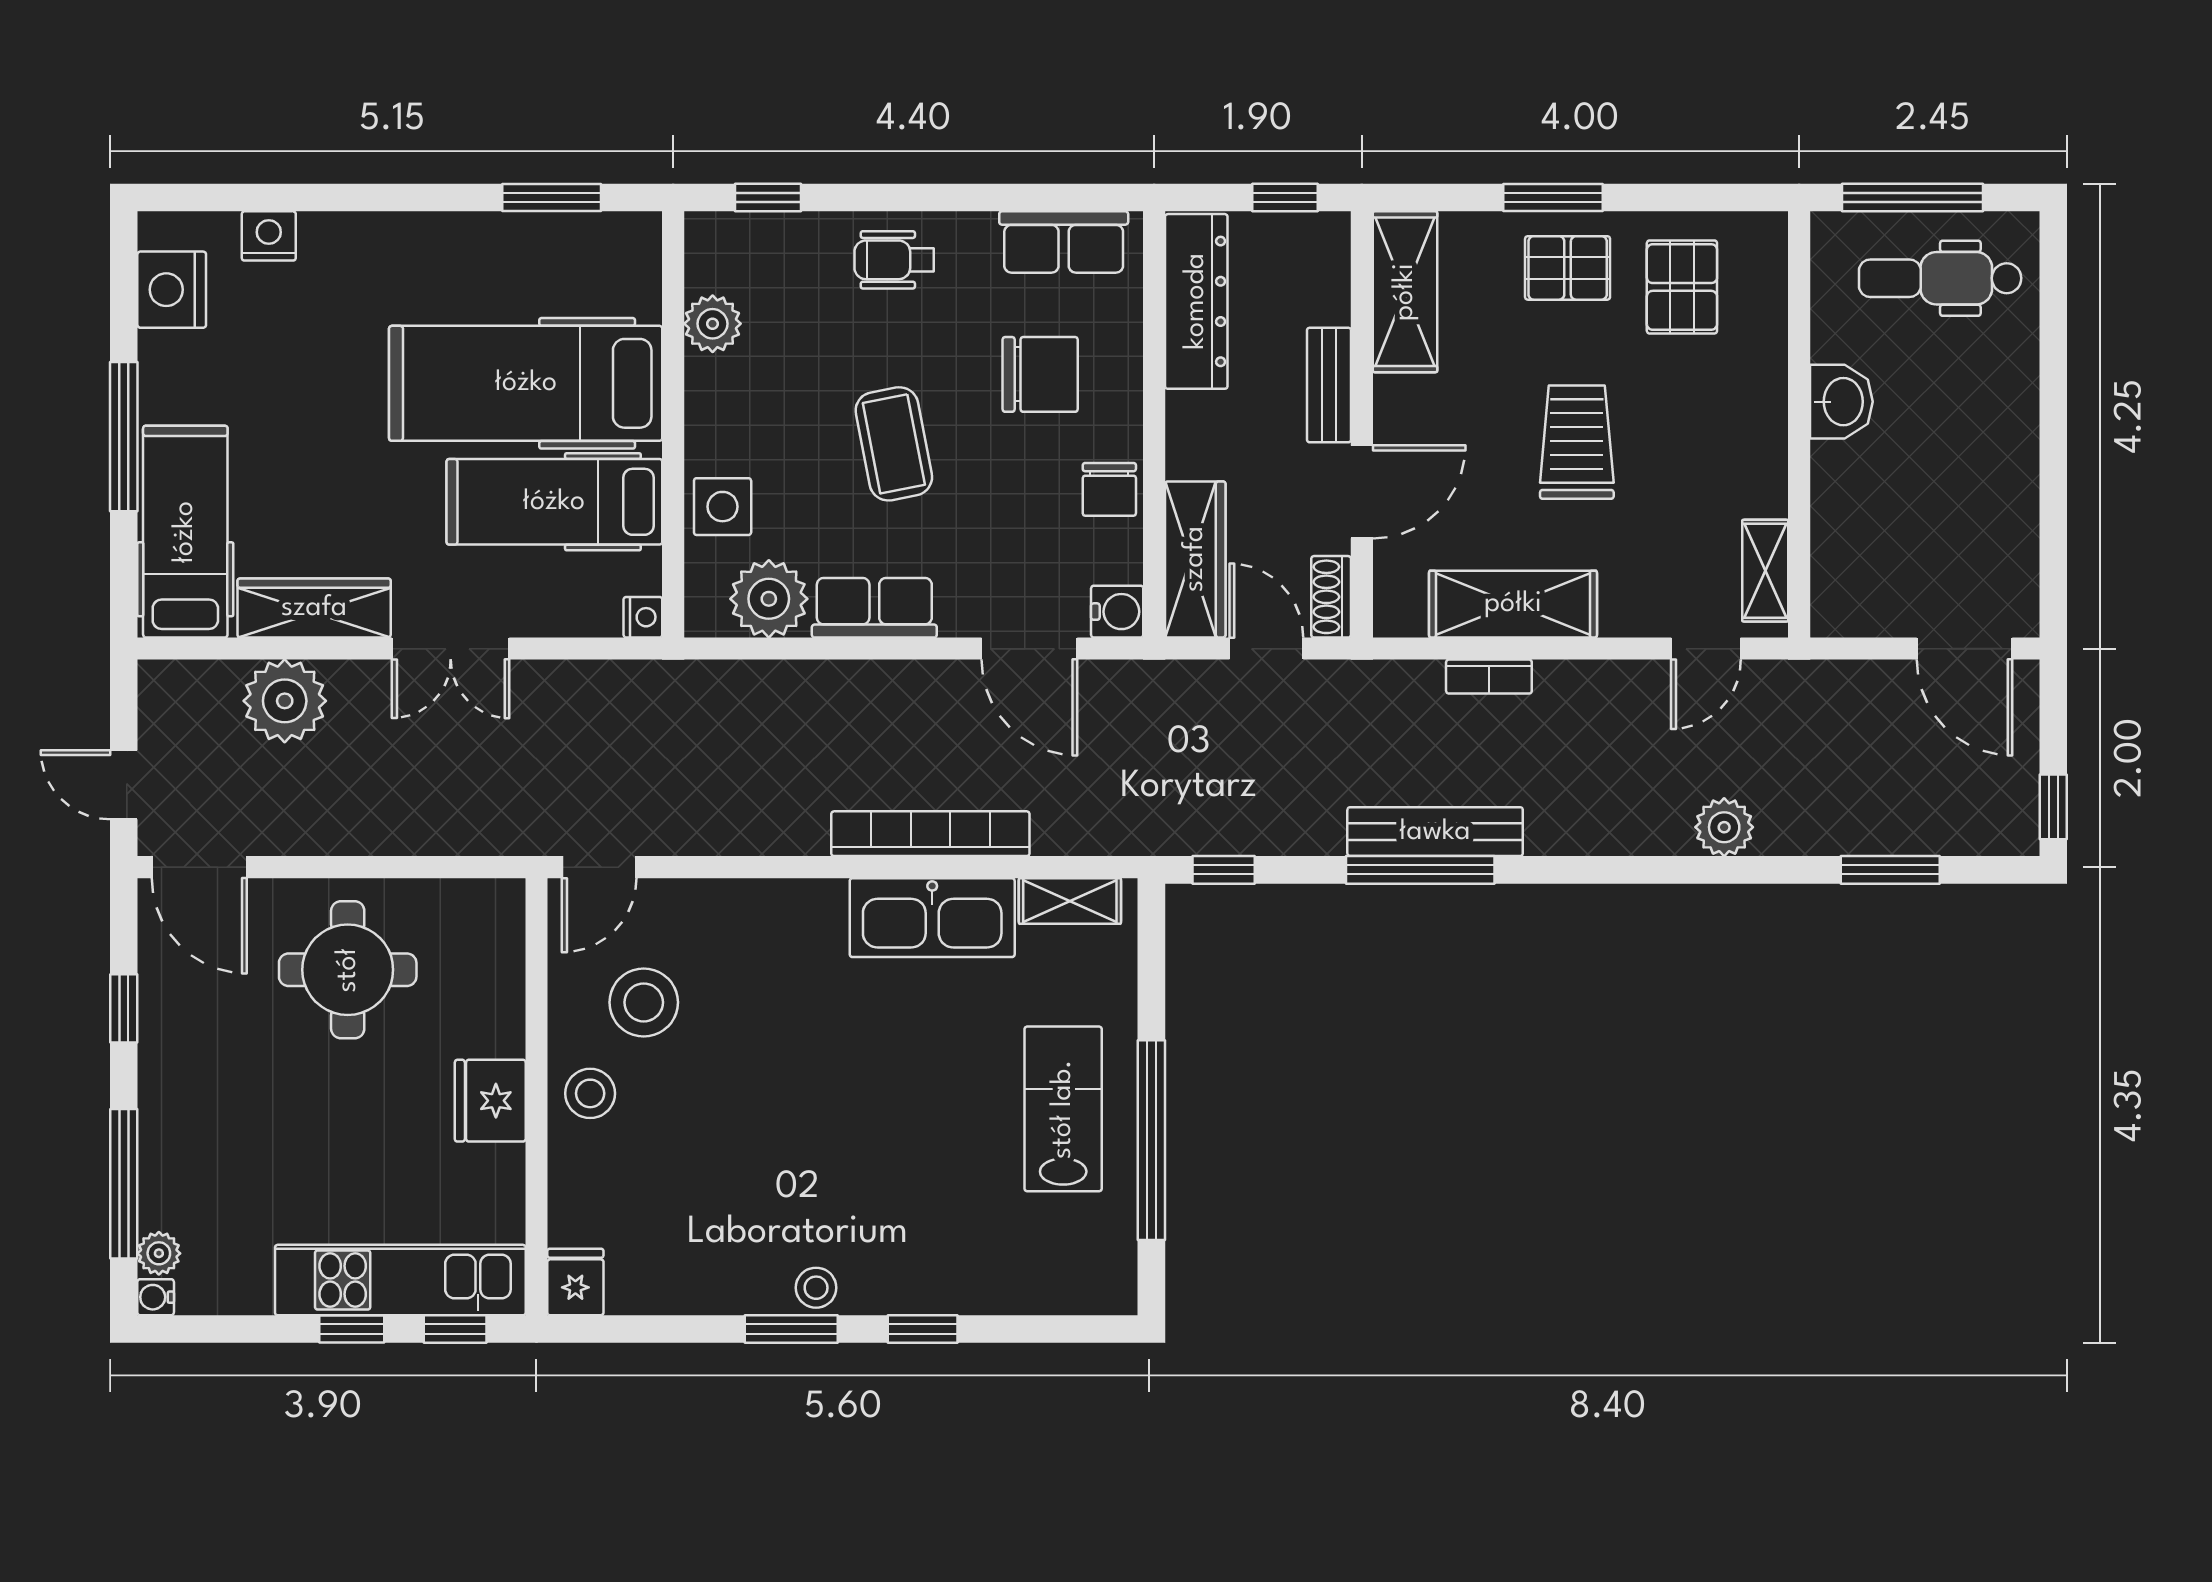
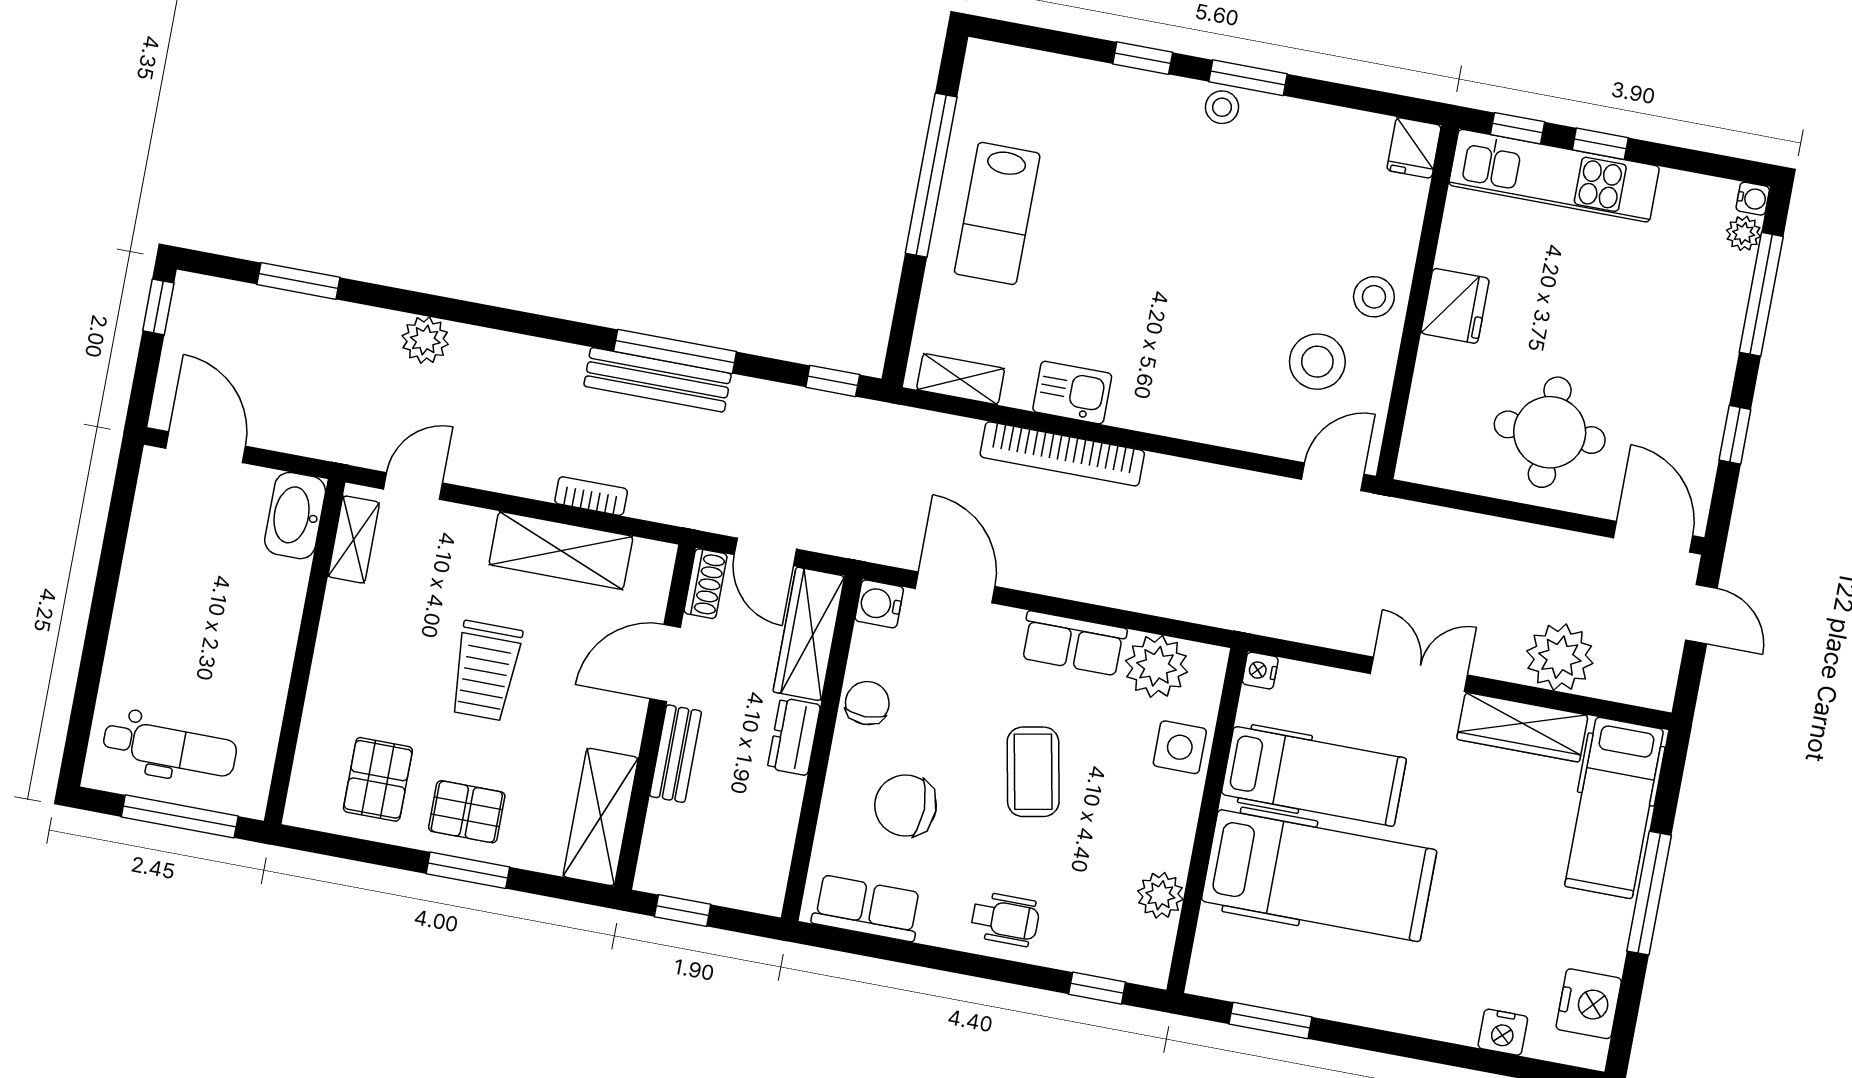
dresser: (1196, 301) -> (794, 737), moved, width x0.51, depth x0.80
washbasin: (1841, 402) -> (295, 516), moved, width x1.38
kitchen sink: (932, 918) -> (1072, 393), width x0.53, depth x0.81

